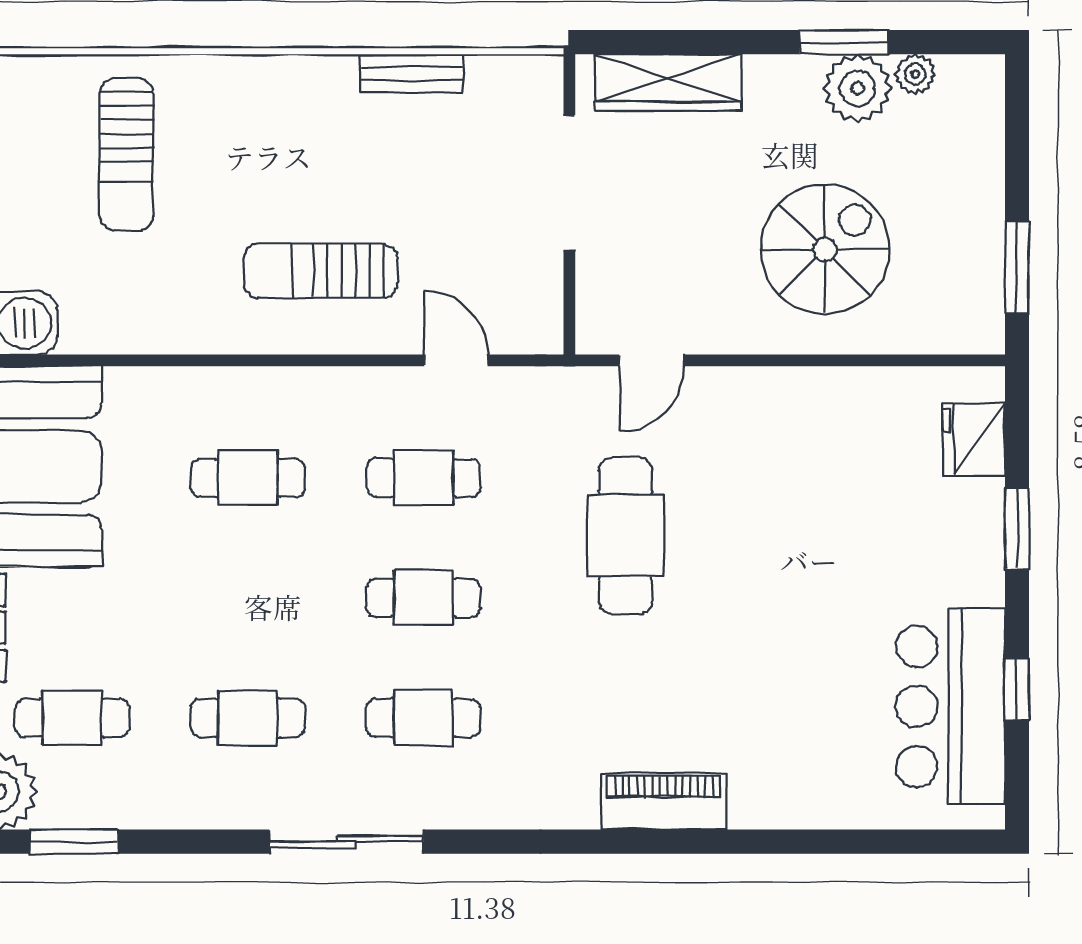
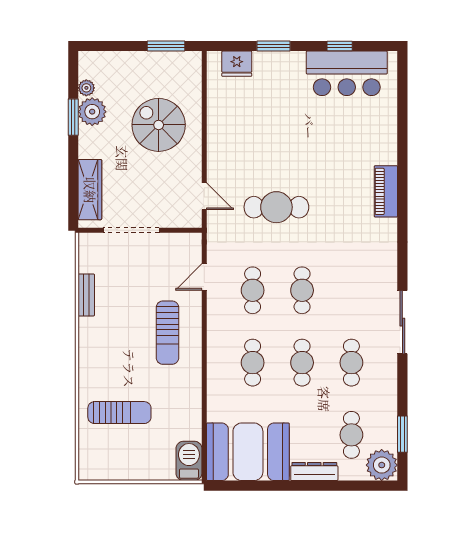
cafe table: (423, 718) -> (302, 363), moved

